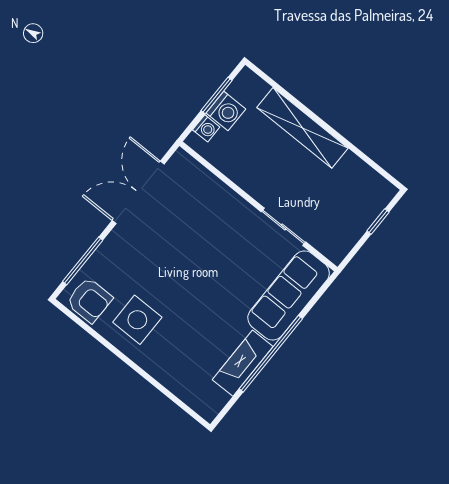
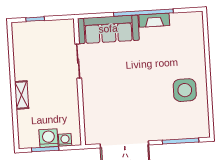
shelving: (302, 128) -> (21, 95), width x0.45, depth x0.75
armchair: (89, 300) -> (196, 121), removed
fireplace: (243, 363) -> (154, 20), width x0.73, depth x0.76

